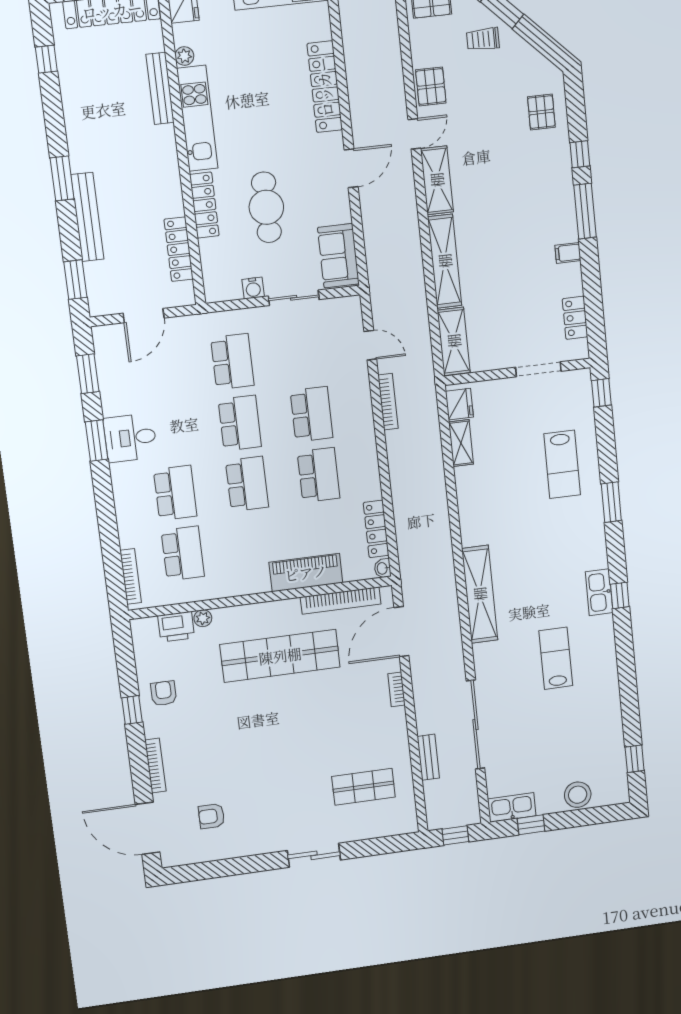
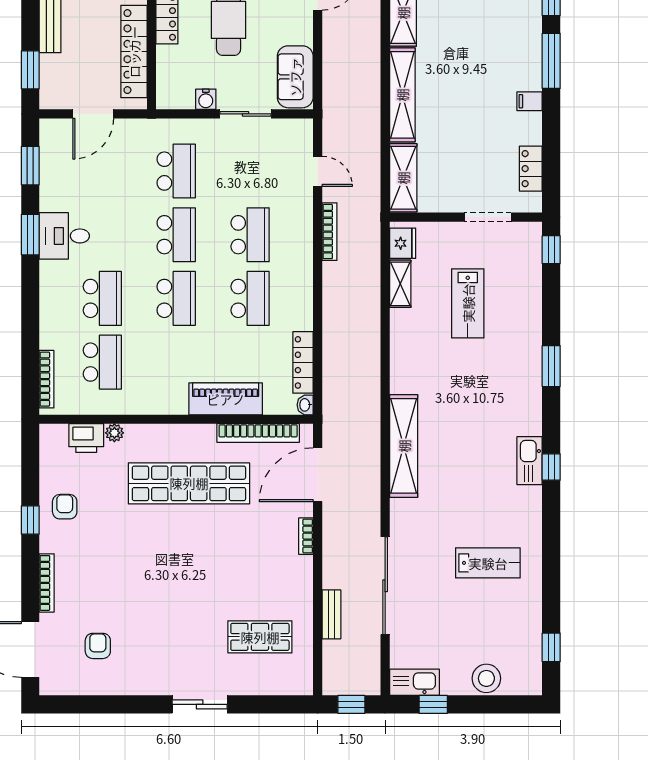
locker: (179, 249) -> (134, 52), width x1.41, depth x1.21
lab bench: (562, 464) -> (468, 303), moved
lab bench: (556, 658) -> (488, 563), moved, turned 90
armchair: (212, 816) -> (98, 646), turned 90

